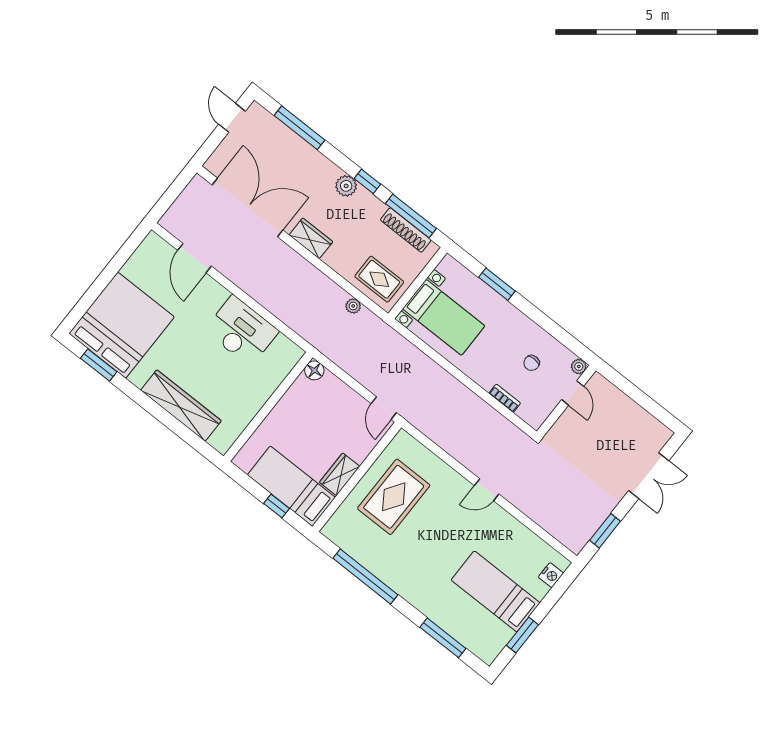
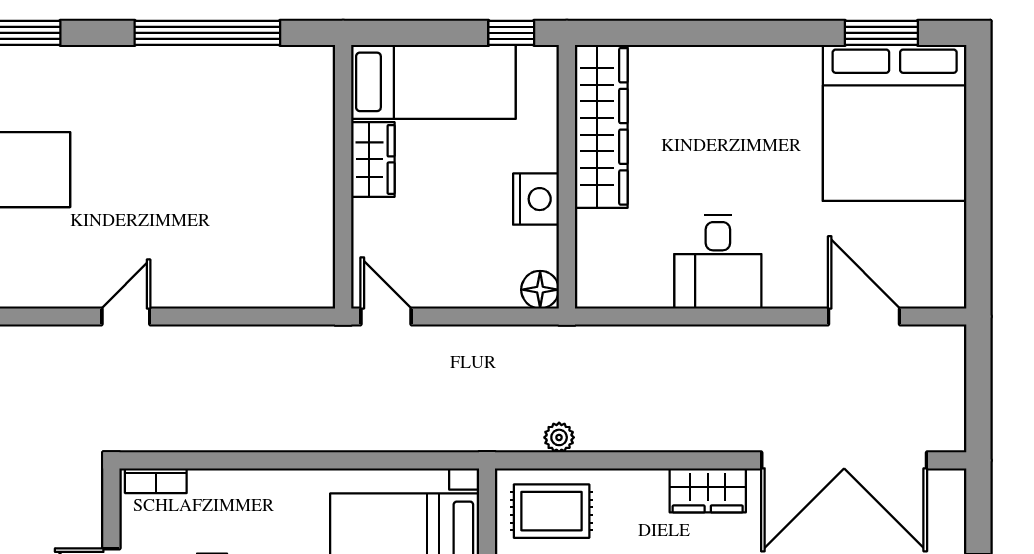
desk: (242, 331) -> (718, 262), width x0.73
bookcase: (505, 398) -> (156, 481), moved
wardrobe: (181, 405) -> (601, 126), moved, turned -90
nightstand: (287, 408) -> (536, 199), added
rug: (394, 497) -> (261, 191), removed
window: (277, 506) -> (511, 33), moved

